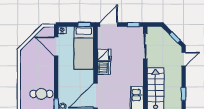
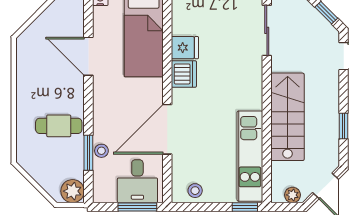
door: (56, 46) -> (88, 56), moved

